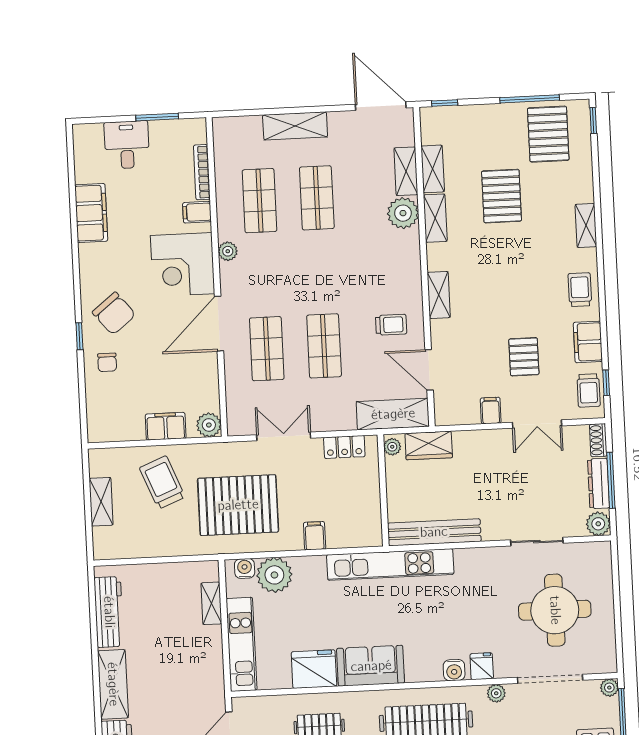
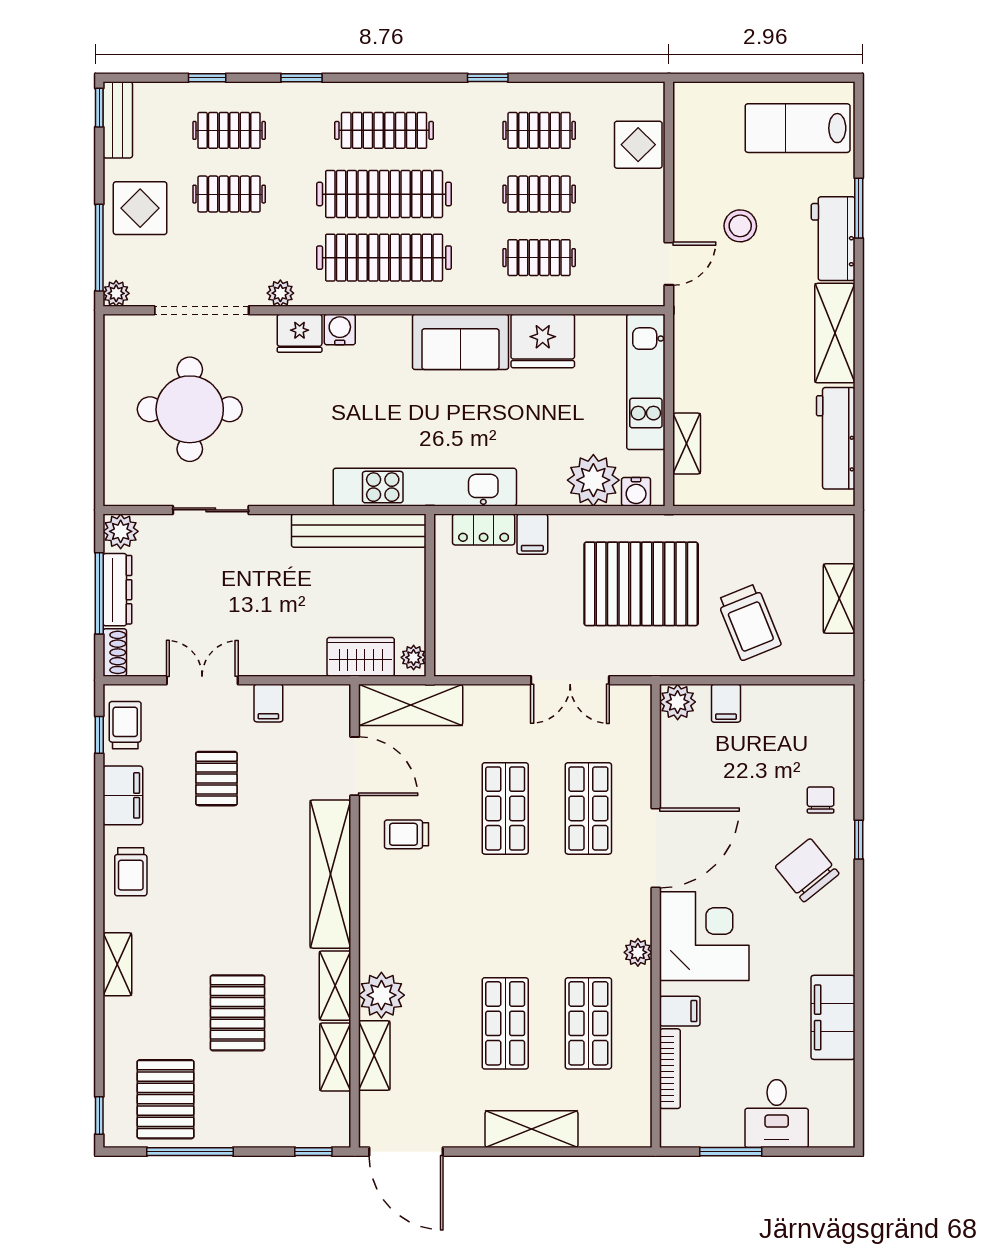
shelving: (439, 295) -> (330, 874), width x2.20, depth x1.33
filing cabinet: (166, 426) -> (726, 703), width x0.50
locker: (344, 447) -> (484, 529), moved, turned 180
fridge: (482, 666) -> (300, 333), width x1.38

